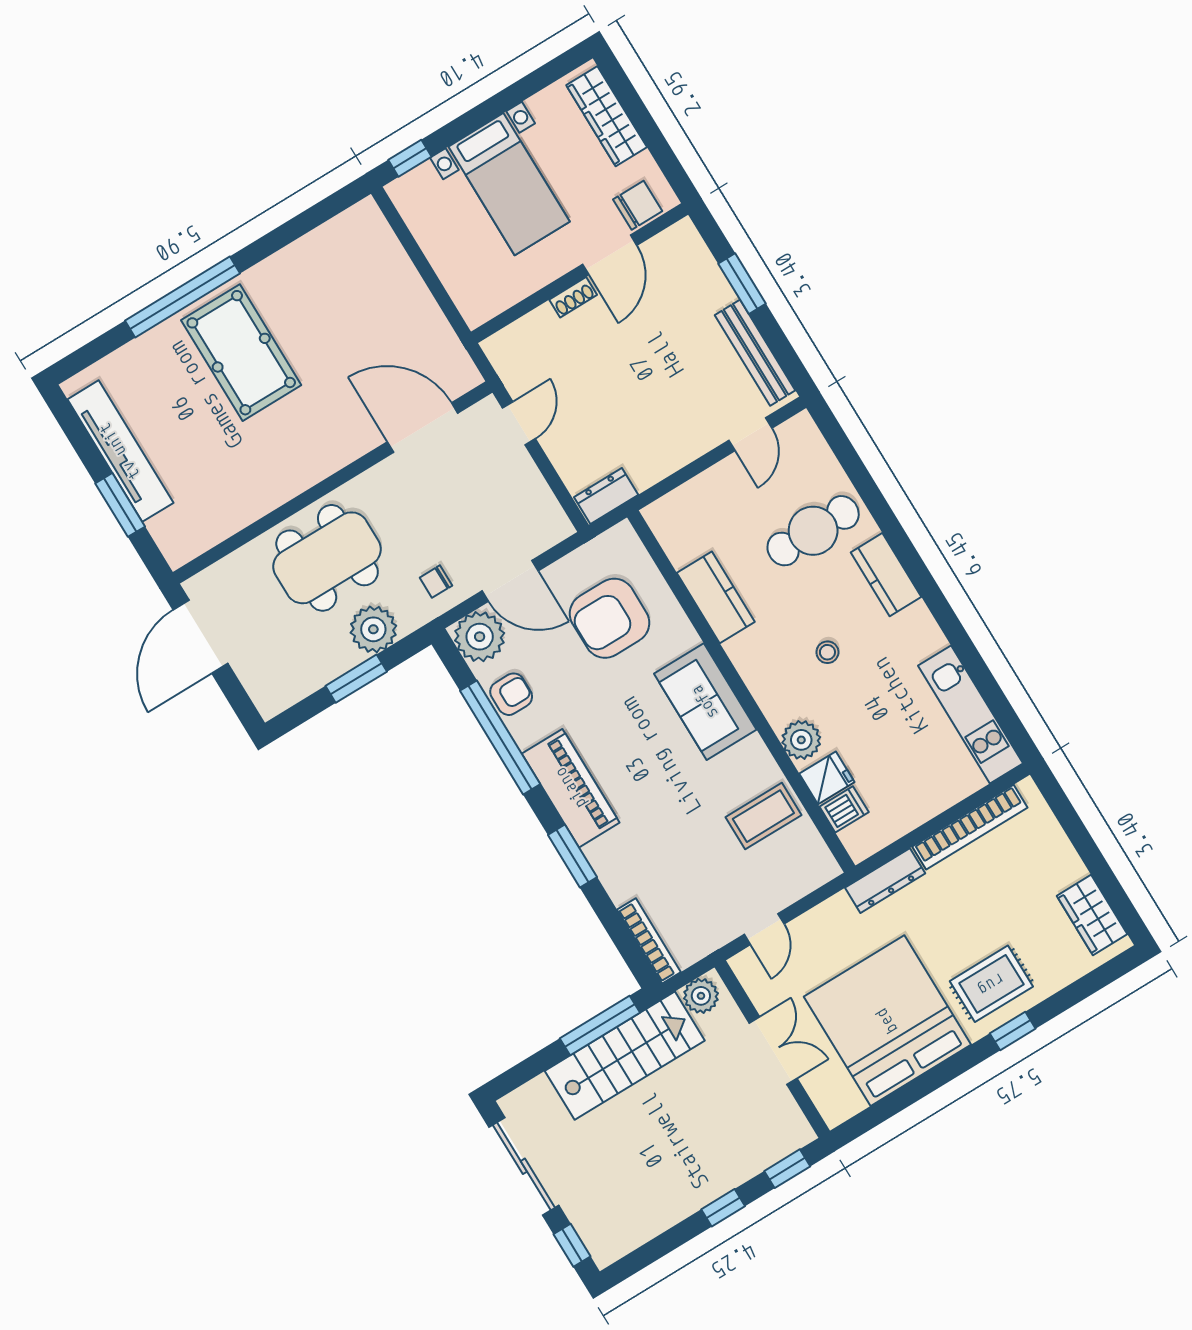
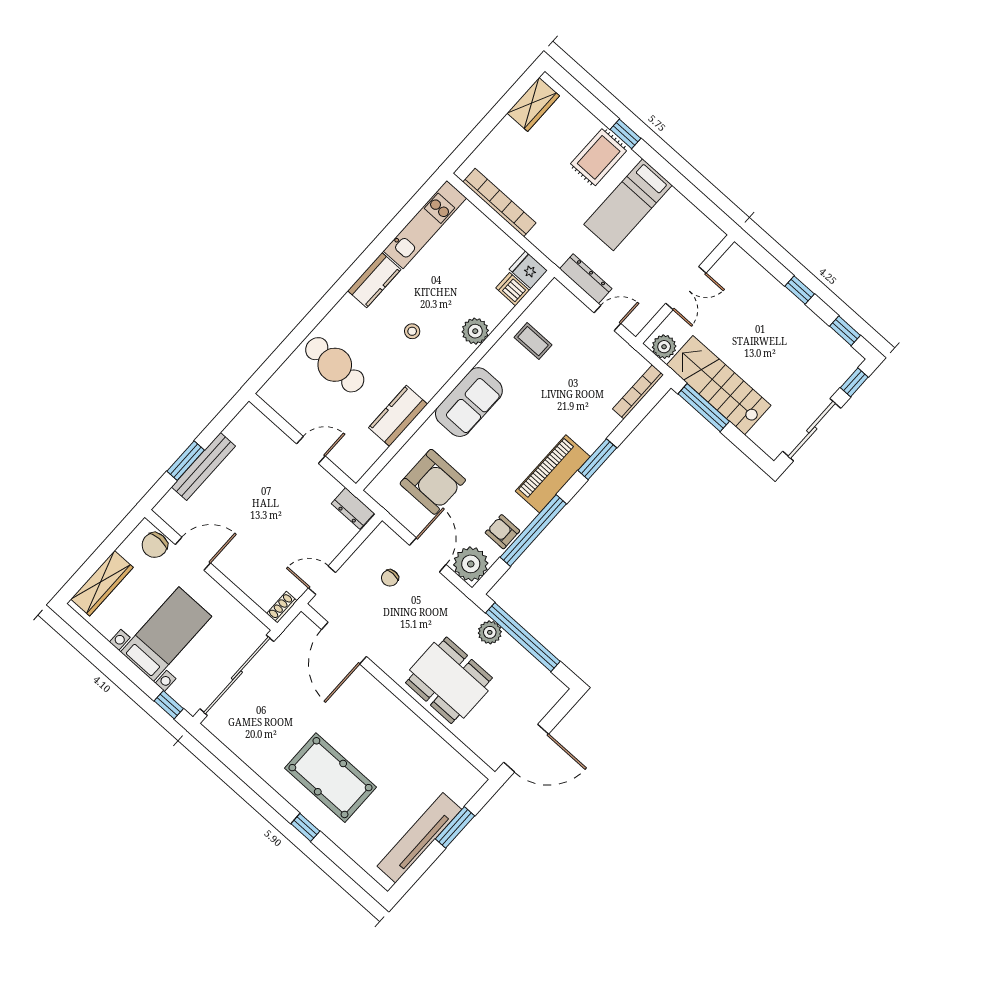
chair: (638, 205) -> (155, 545), turned -90
sliding door: (423, 265) -> (237, 675), added
window: (183, 297) -> (305, 827), width x0.32
shoe rack: (573, 297) -> (282, 607), moved, turned -90
pool table: (241, 353) -> (330, 778), turned 90
bench: (755, 353) -> (203, 467), moved
door: (750, 434) -> (311, 450), moved
kitchen counter: (886, 575) -> (374, 280), moved
chair: (436, 582) -> (390, 578), moved, turned 90
plant: (373, 629) -> (490, 632), width x0.73, depth x0.73
window: (356, 679) -> (523, 637), width x2.11
fridge: (827, 778) -> (528, 270), moved
coffee table: (763, 816) -> (533, 341), width x0.73, depth x0.77
dresser: (885, 881) -> (586, 279), moved
rug: (991, 984) -> (599, 157), turned 90
bed: (887, 1021) -> (628, 205), width x0.49
double door: (773, 1051) -> (686, 288), swing flipped
window: (787, 1169) -> (845, 331), moved

